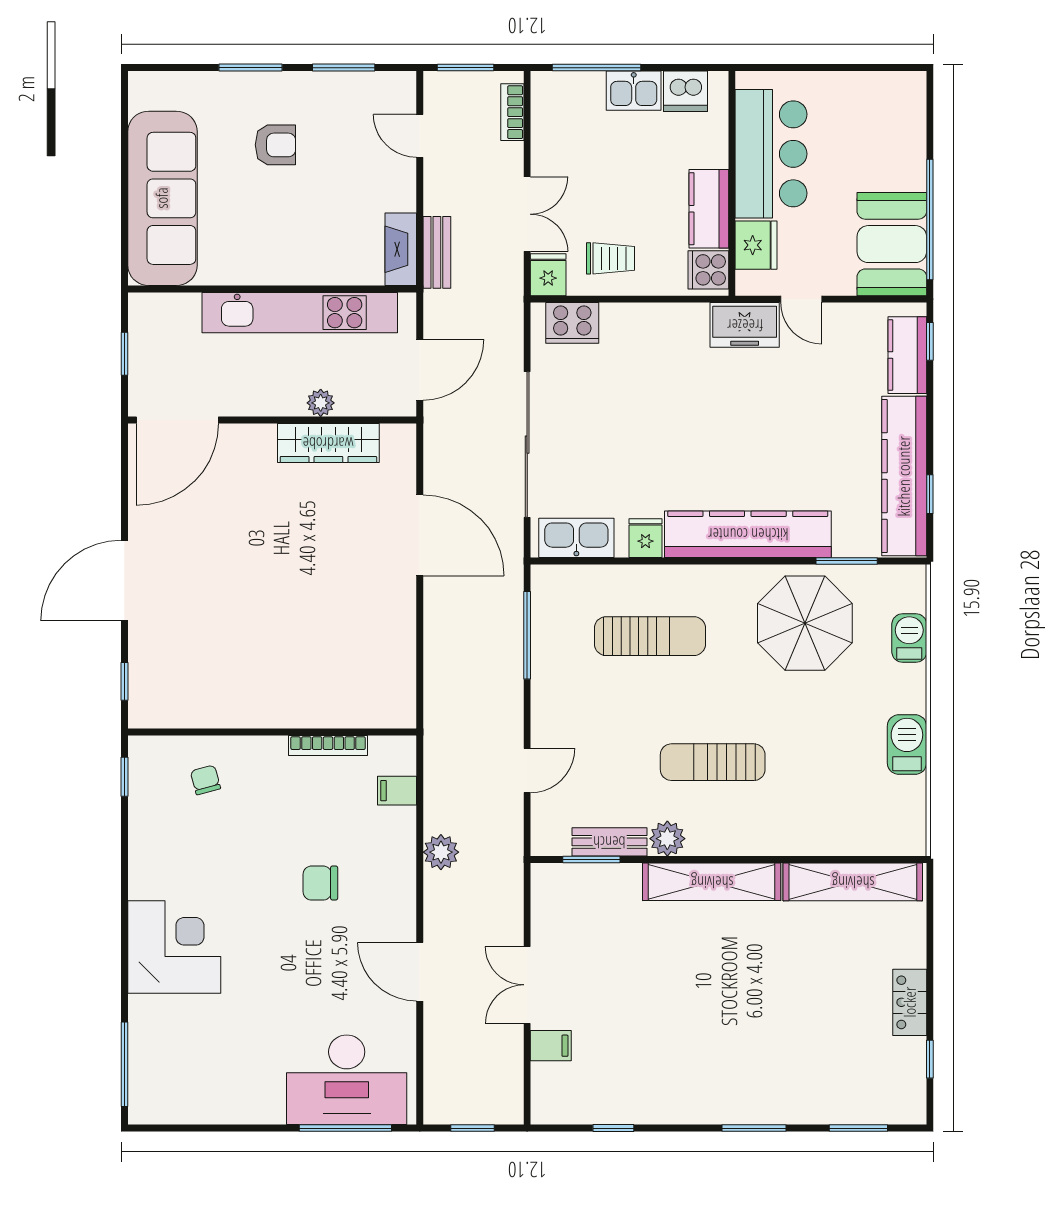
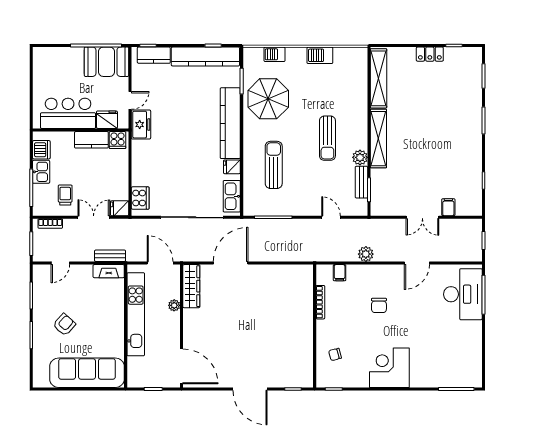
armchair: (275, 145) -> (64, 325), turned 42
trolley: (610, 258) -> (65, 195), moved
wardrobe: (328, 443) -> (191, 286), moved
corner desk: (174, 947) -> (389, 368), moved

